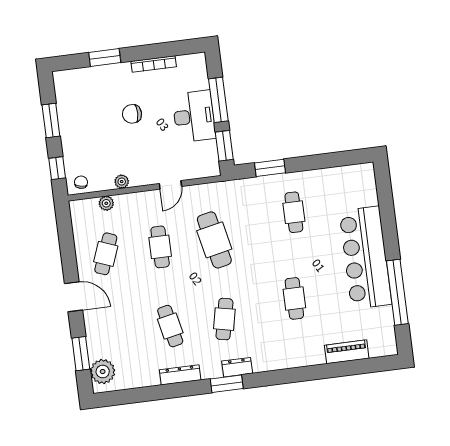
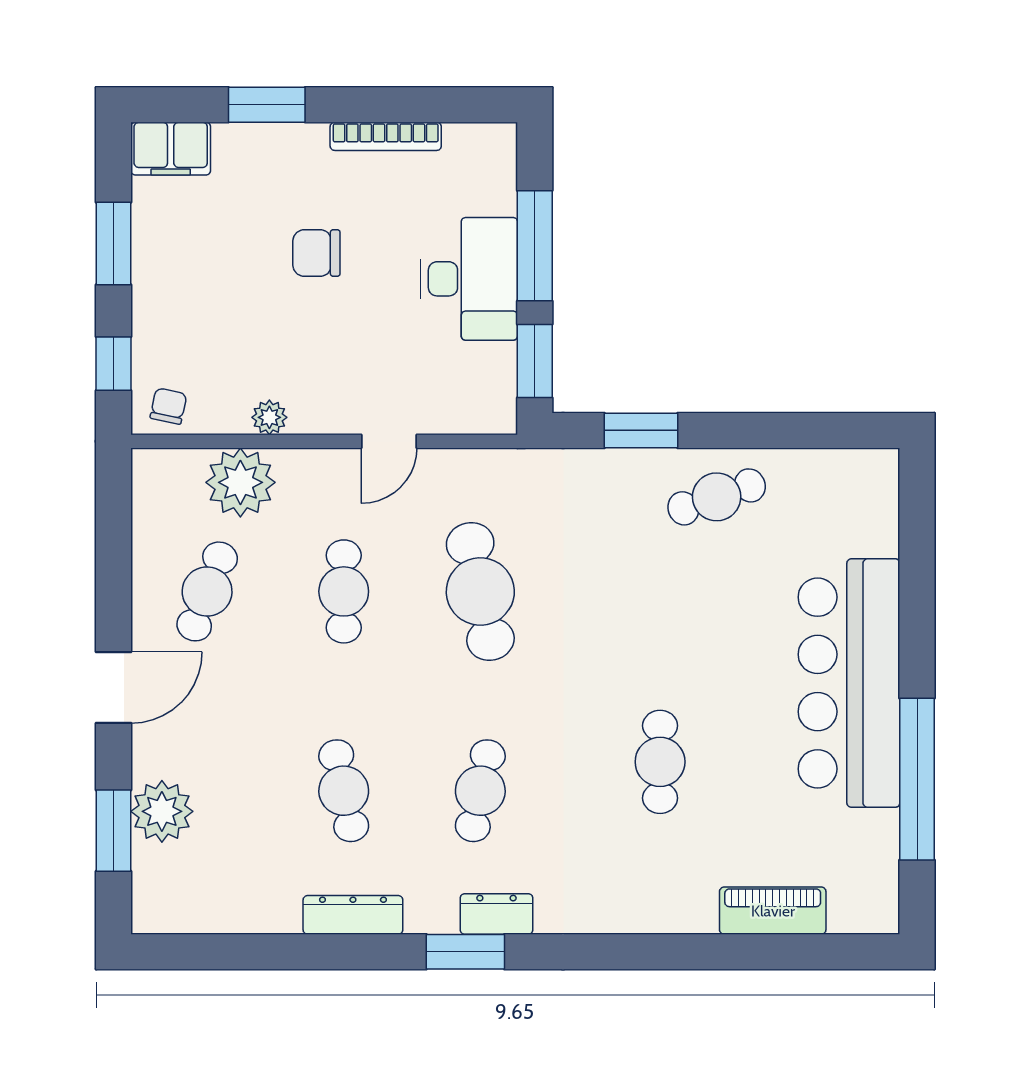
filing cabinet: (69, 80) -> (171, 149), added
plant: (106, 203) -> (240, 482), width x1.88, depth x1.88
cafe table: (294, 212) -> (717, 497), moved, turned 71
door: (74, 297) -> (114, 688), hinge flipped
plant: (103, 372) -> (162, 811), moved

